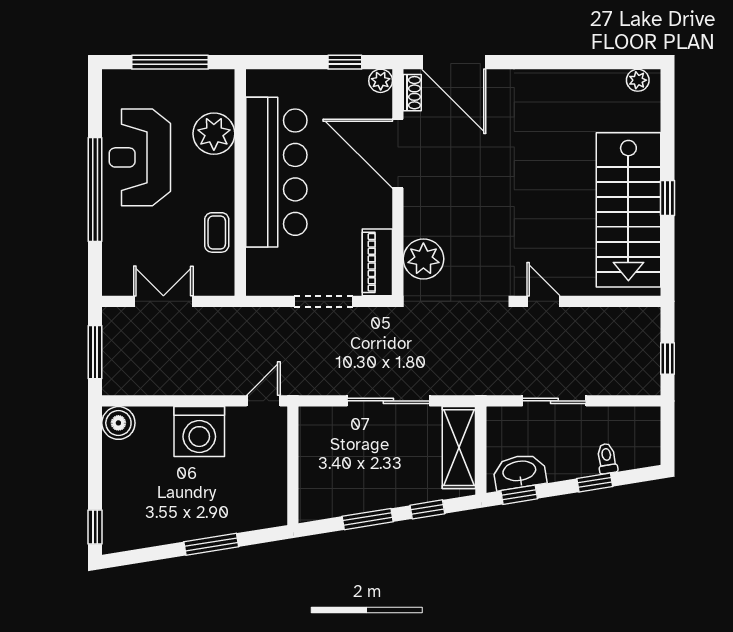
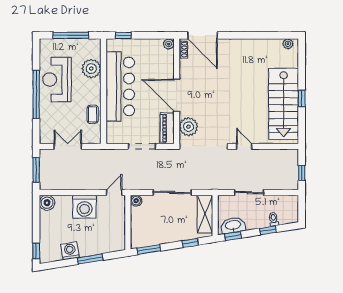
window: (345, 62) -> (123, 35), moved
door: (398, 154) -> (177, 95), moved
boiler: (310, 419) -> (136, 201), added
window: (368, 519) -> (149, 249), moved
washing machine: (168, 527) -> (70, 251), added

